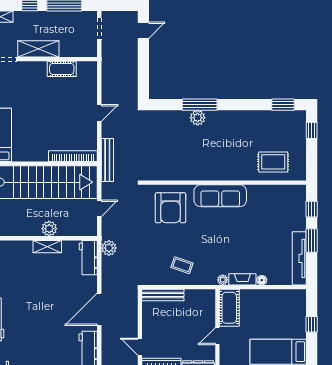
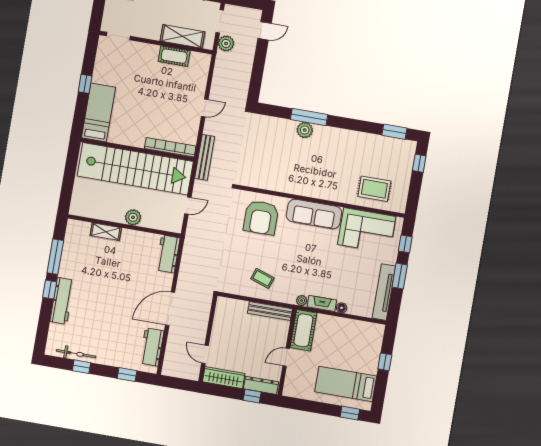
shelving: (38, 49) -> (182, 36), moved
corner sofa: (273, 203) -> (367, 230), added
shelving: (47, 247) -> (106, 232), moved
plant: (109, 248) -> (226, 43), moved
bench: (163, 295) -> (270, 311), moved

